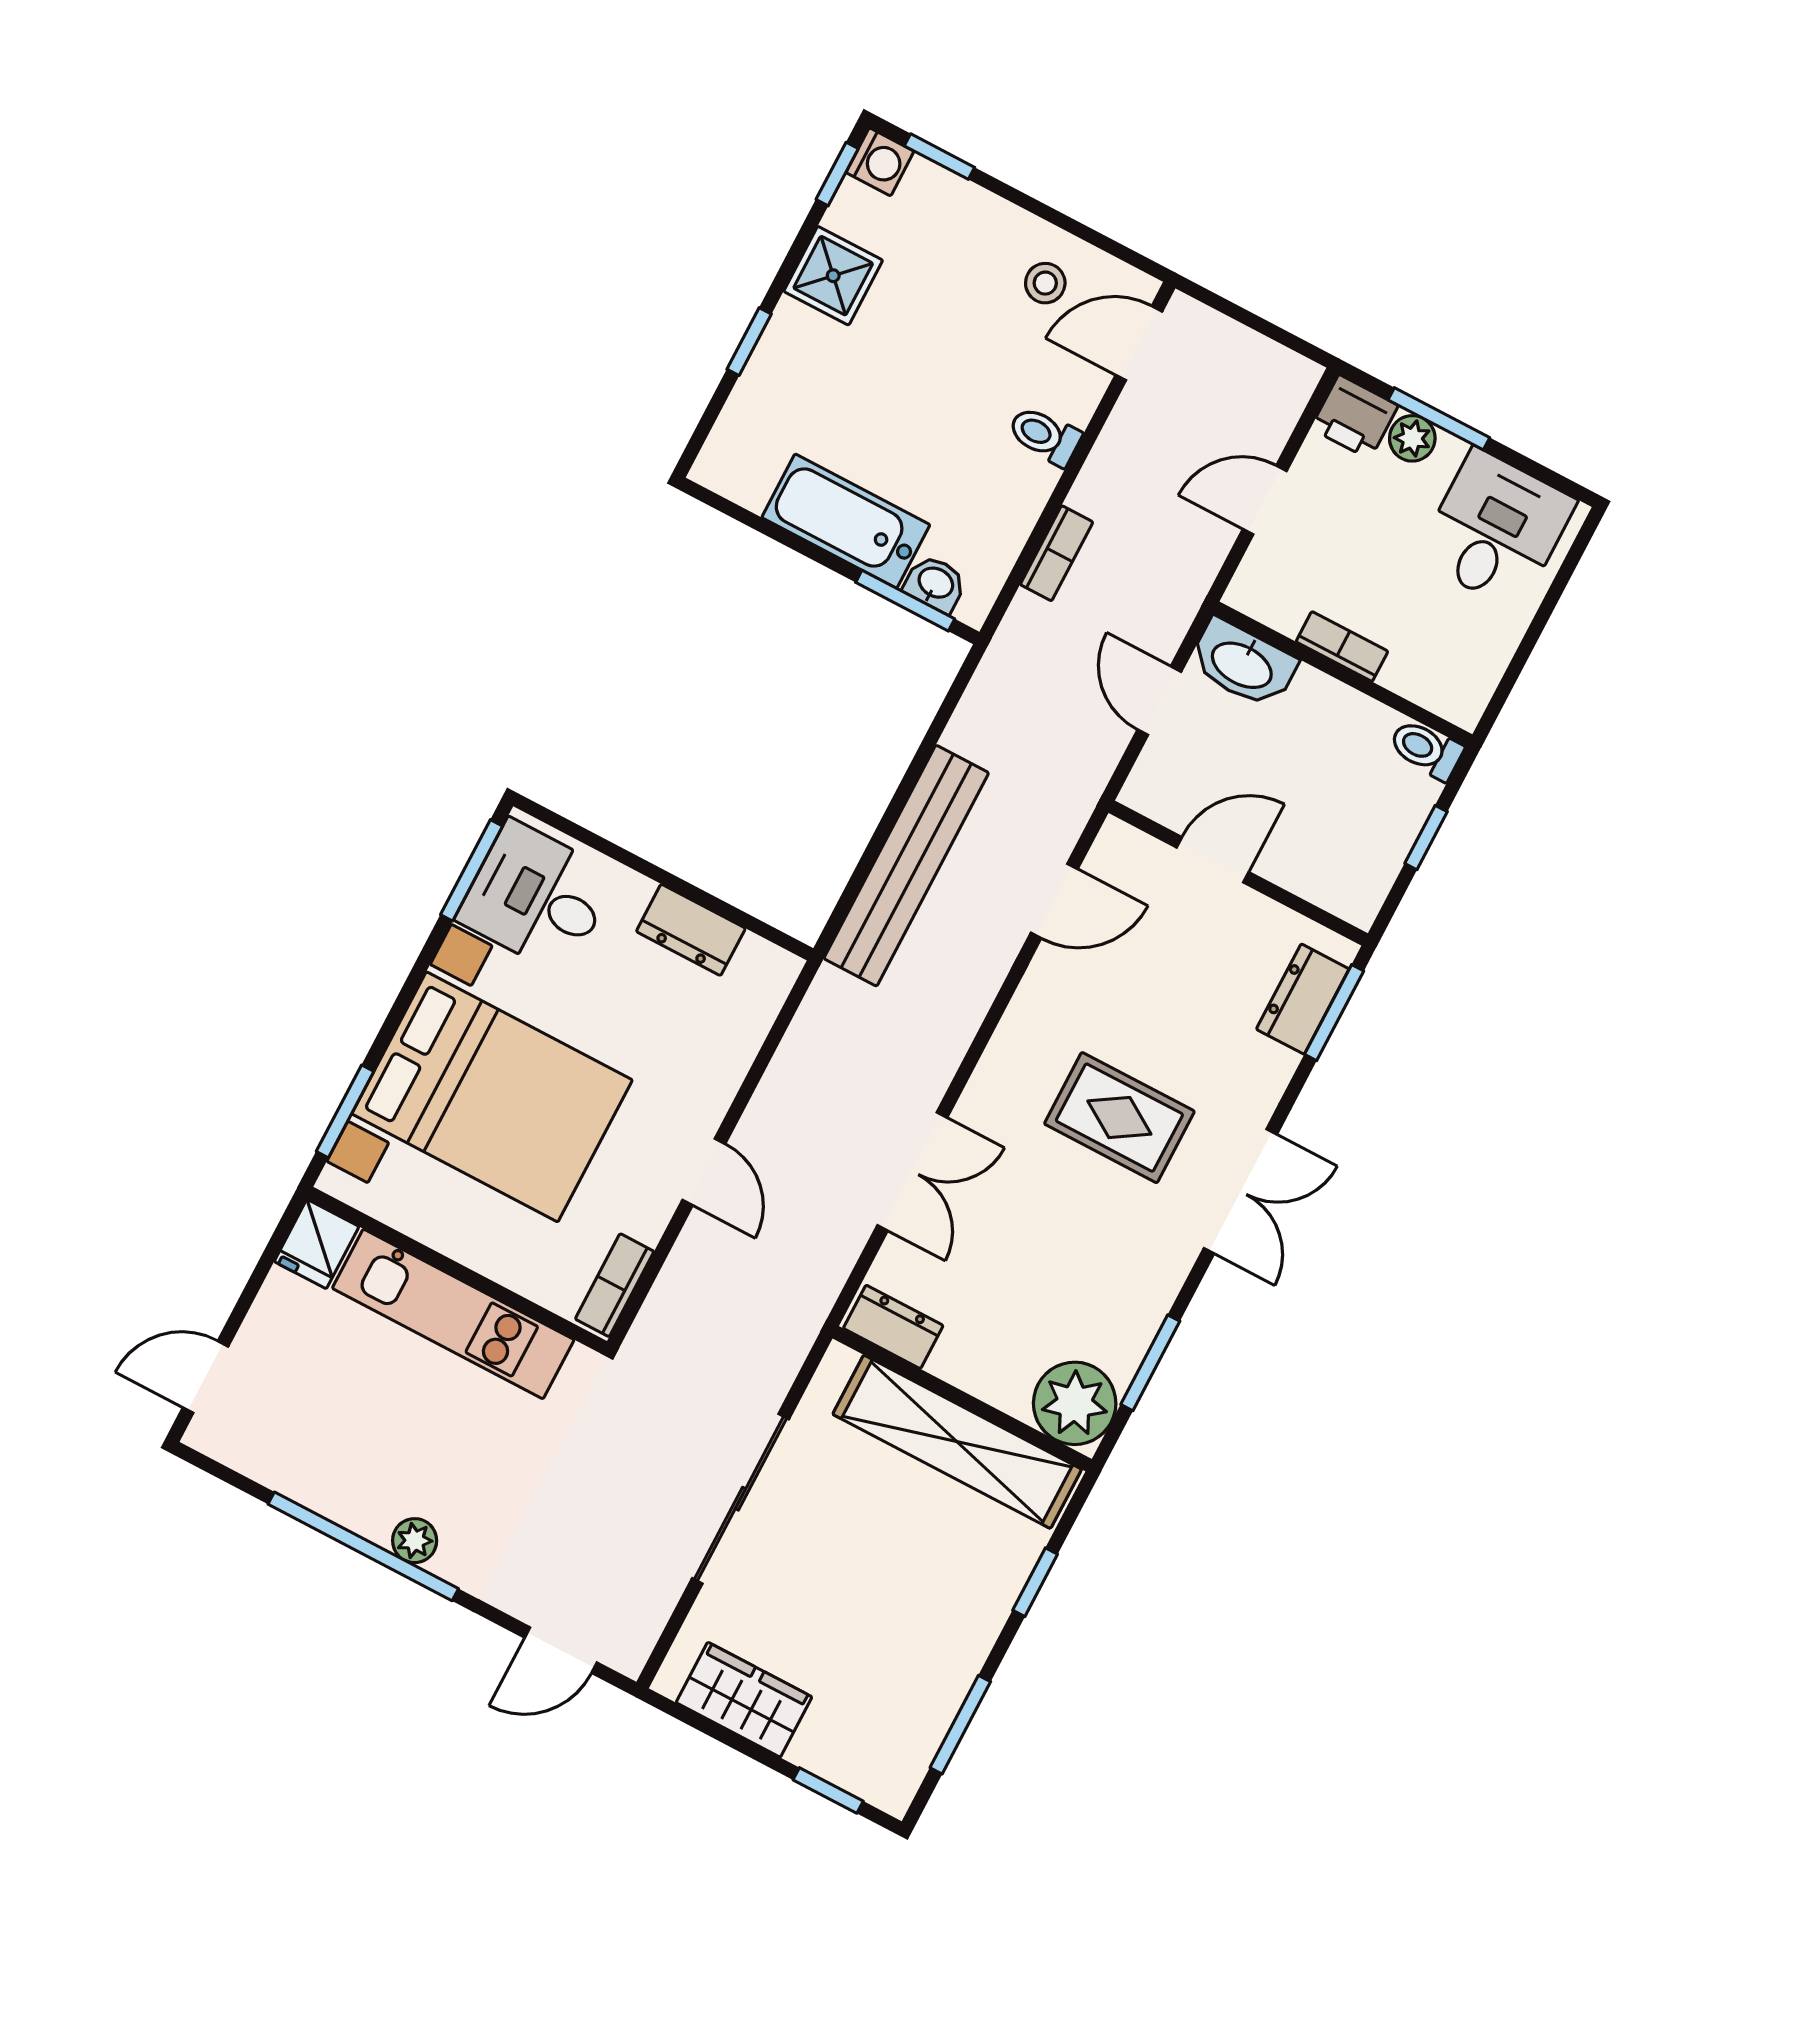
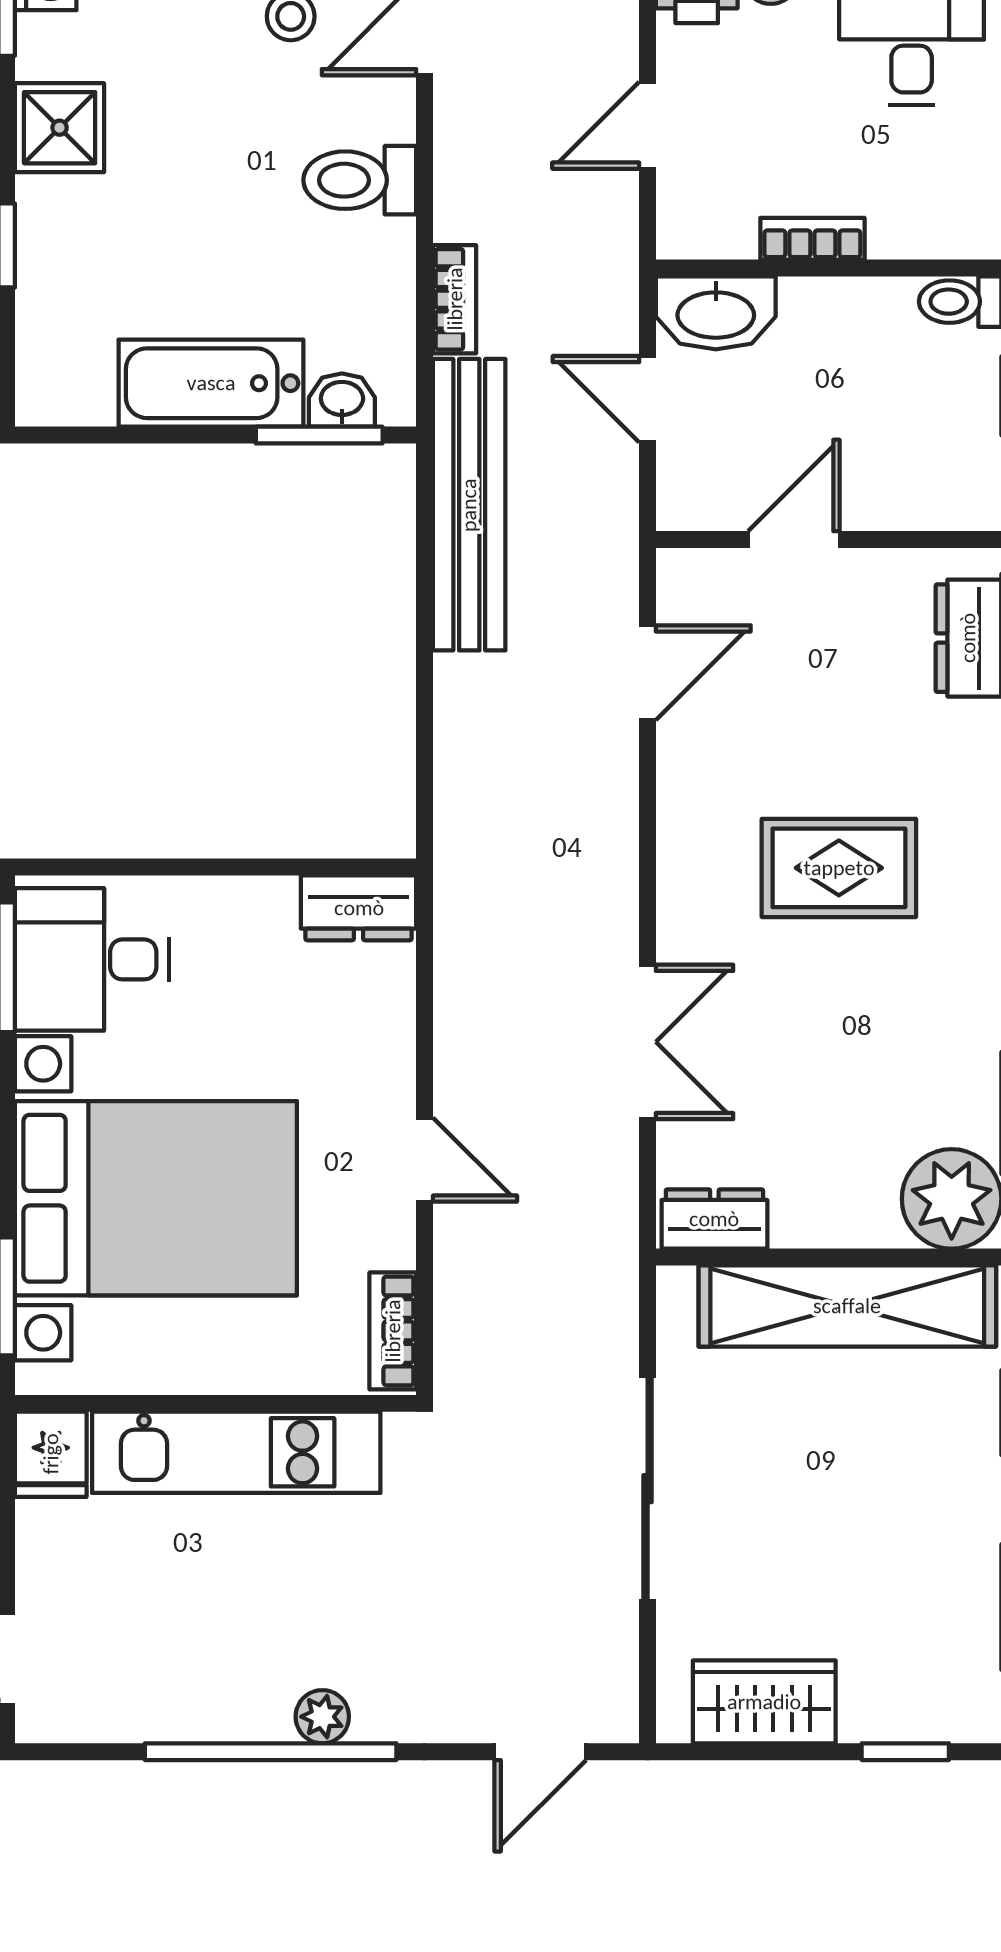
toilet: (1044, 436) -> (360, 180), width x1.37, depth x1.39
bench: (906, 866) -> (469, 505), moved
dresser: (691, 930) -> (359, 908), moved

